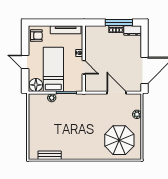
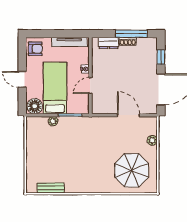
dresser: (133, 31) -> (109, 43), moved
window: (144, 43) -> (161, 57), added
door: (84, 67) -> (90, 86), swing flipped

